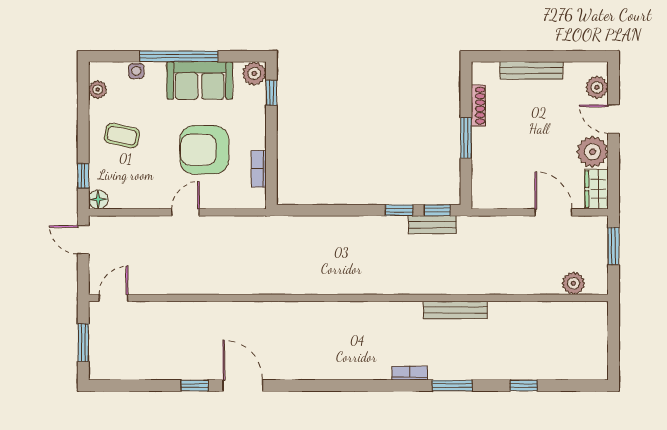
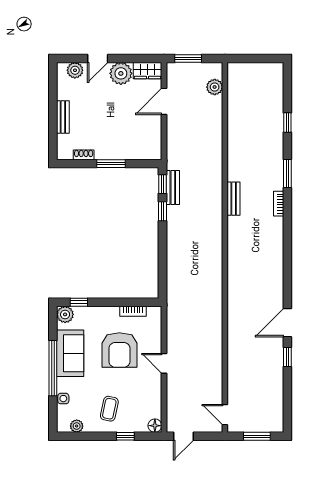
bench: (531, 70) -> (63, 117), width x0.73
shoe rack: (478, 106) -> (84, 155), width x0.70
window: (83, 176) -> (125, 436), moved
bench: (455, 310) -> (234, 199), moved, width x0.73

